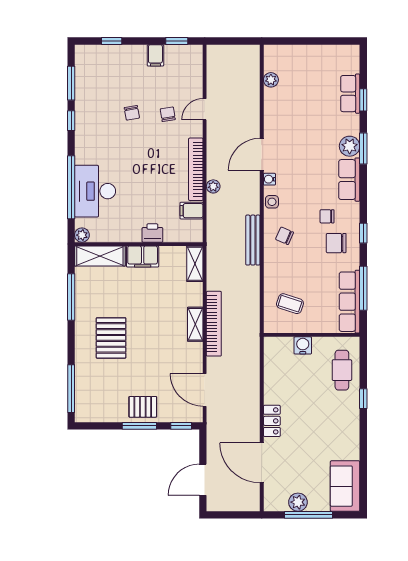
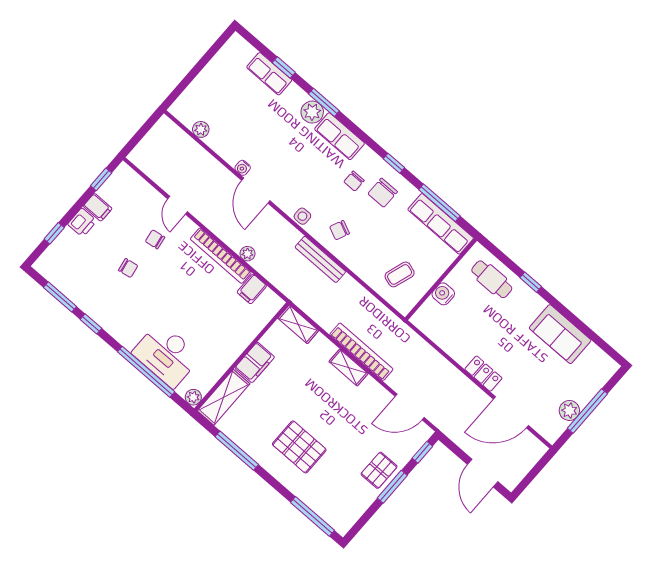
water cooler: (269, 179) -> (243, 168), moved
printer: (152, 233) -> (82, 223), moved, turned 180
sofa: (345, 486) -> (560, 334), moved

